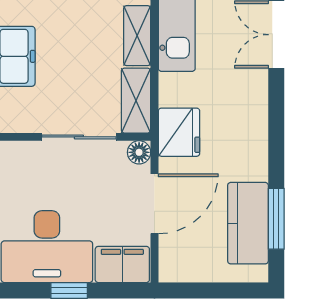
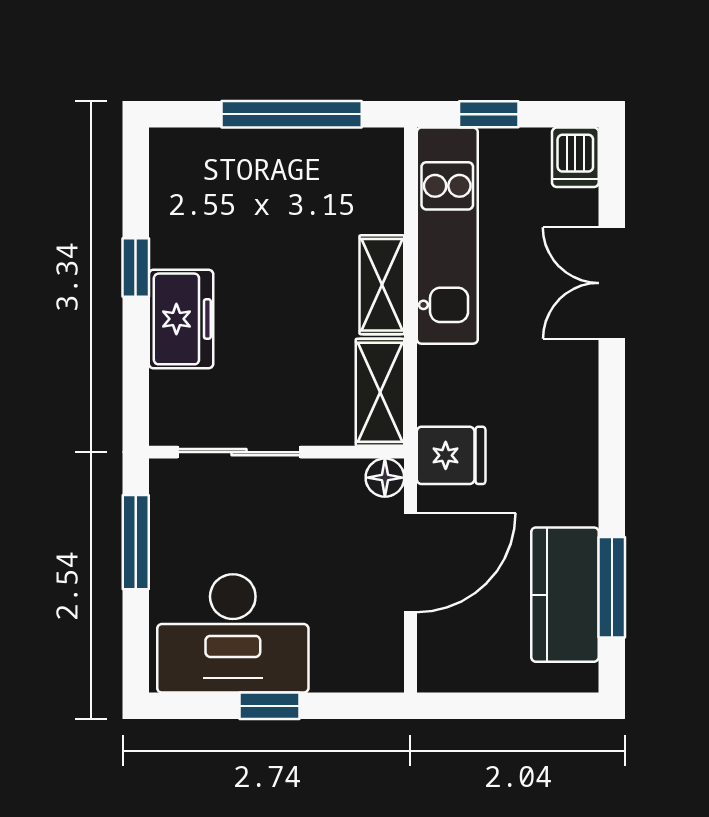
fridge: (179, 132) -> (451, 455), width x0.72
sliding door: (79, 137) -> (239, 452), moved
filing cabinet: (122, 264) -> (357, 663), removed

